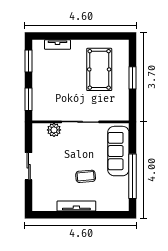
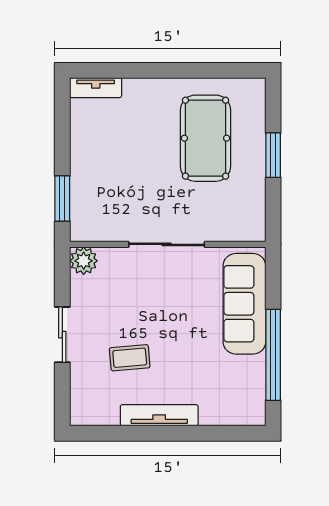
tv unit: (58, 45) -> (96, 88), moved
window: (29, 61) -> (62, 121), removed
plant: (54, 130) -> (84, 261), moved
coffee table: (86, 176) -> (130, 358), moved

